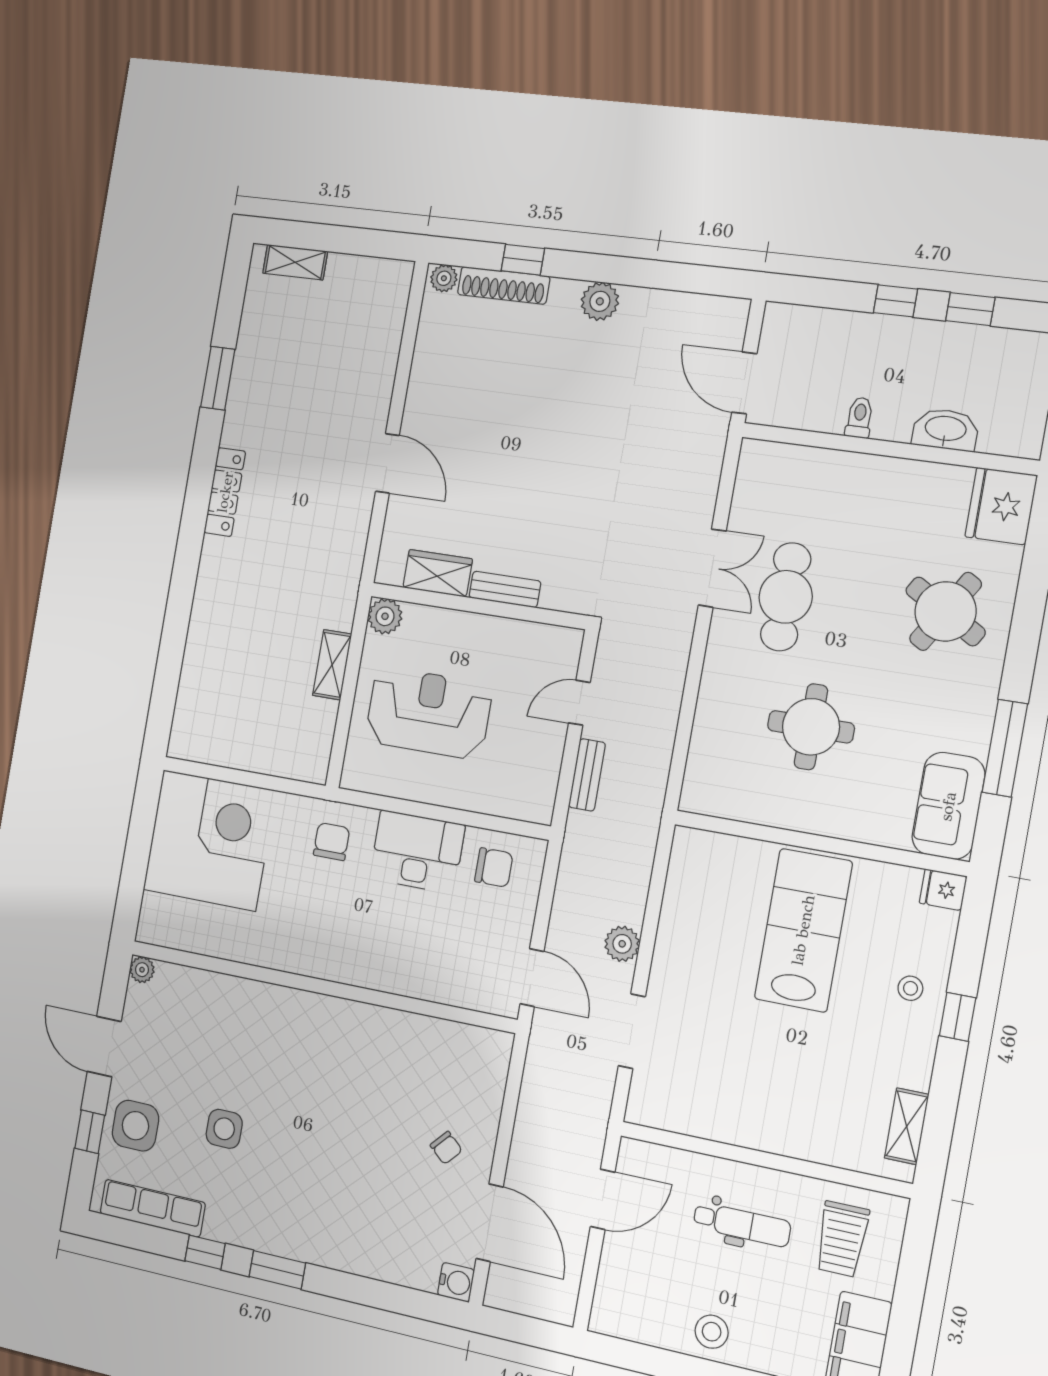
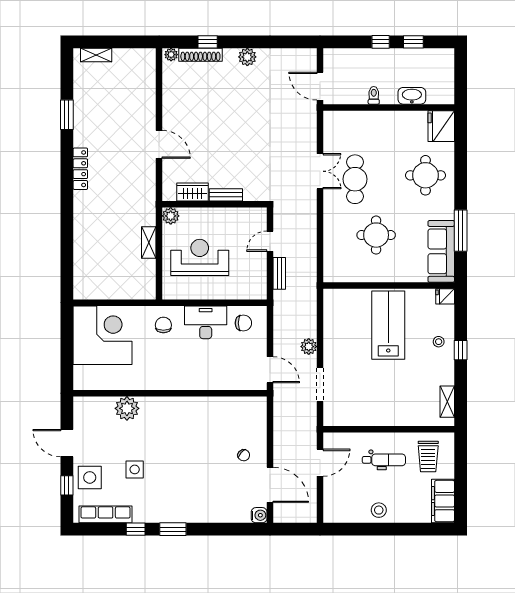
round table: (946, 611) -> (425, 175), turned -31
sofa: (948, 806) -> (441, 251), width x1.36
plant: (142, 970) -> (127, 408), moved, width x1.87, depth x1.87

